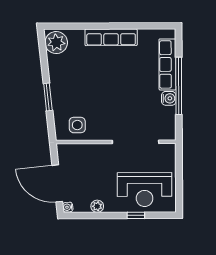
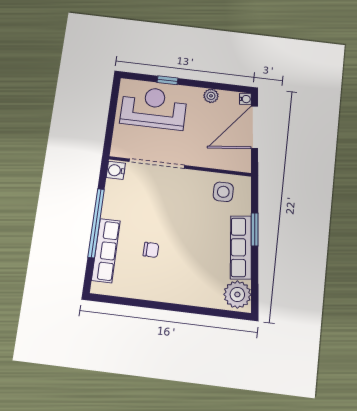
row of seats: (111, 37) -> (241, 247), moved, turned -96
chair: (131, 70) -> (151, 250), added
water cooler: (169, 98) -> (116, 170), moved
door: (57, 183) -> (254, 127), swing flipped

